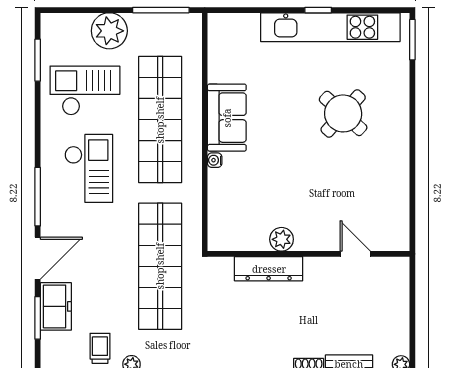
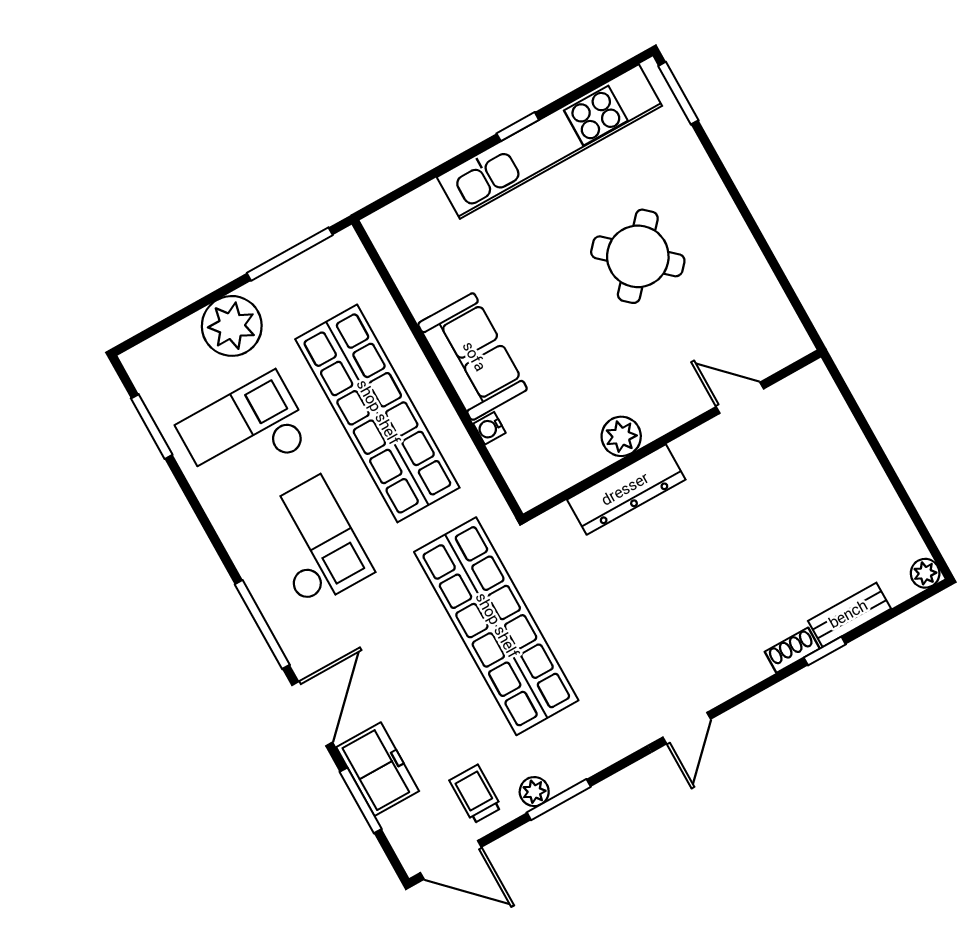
plant: (282, 239) -> (621, 436), moved
wall: (309, 254) -> (672, 436), moved
door: (355, 254) -> (740, 398), moved
dresser: (269, 269) -> (626, 490), moved

